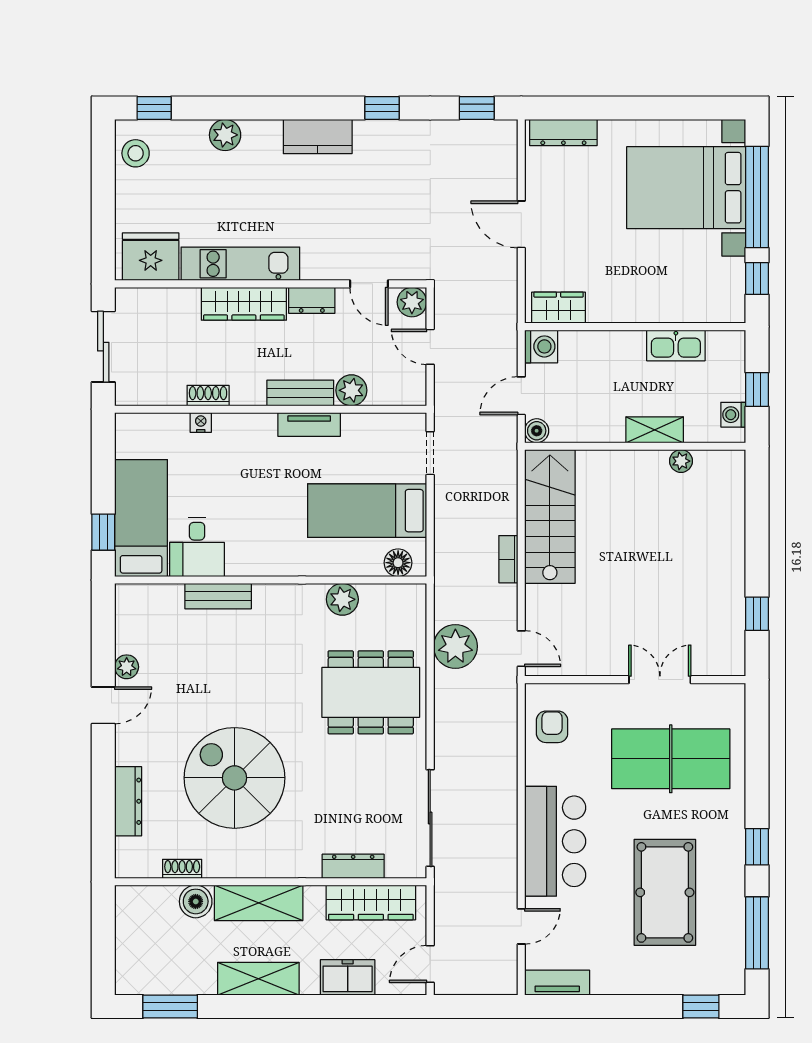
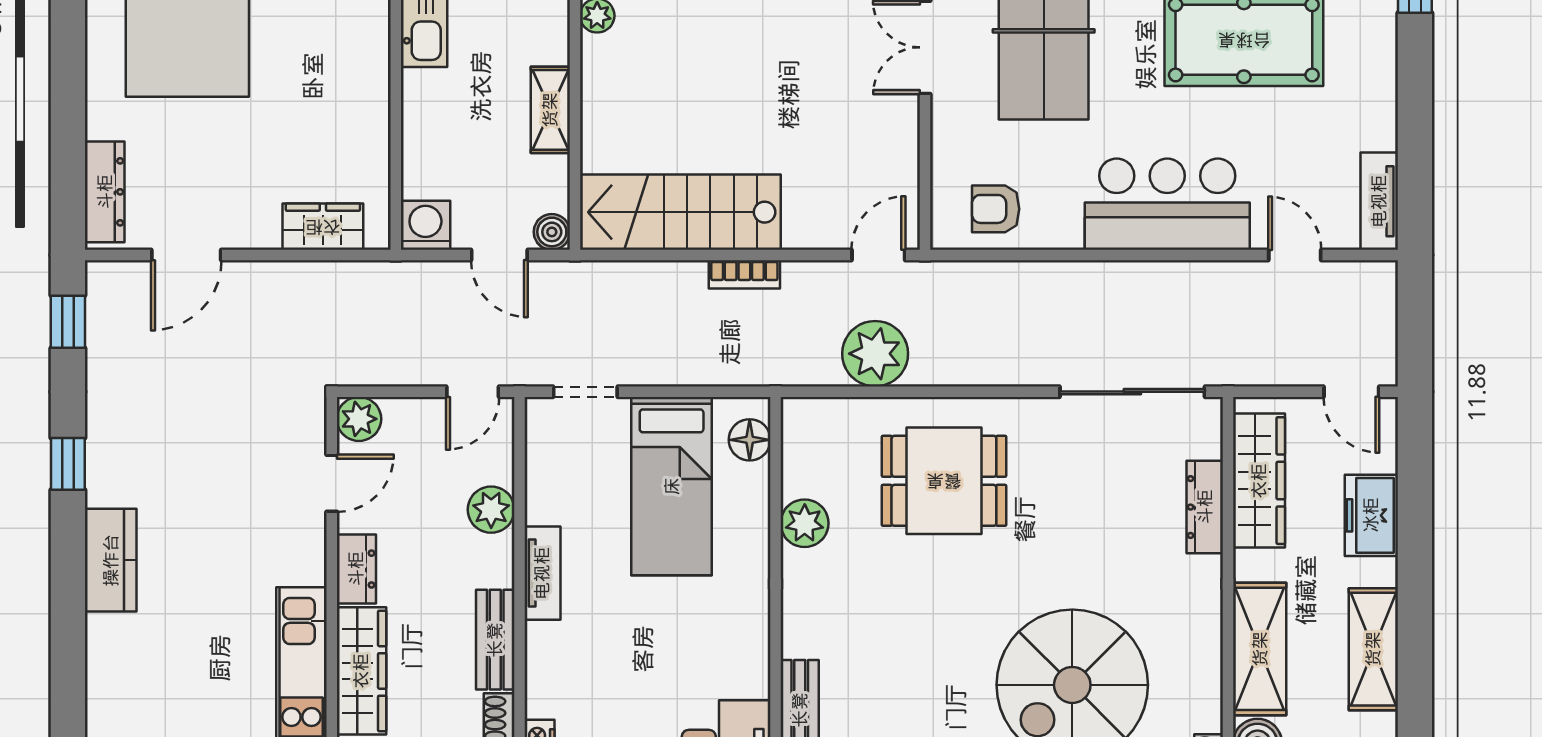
plant: (225, 135) -> (108, 699), removed
door: (521, 224) -> (186, 255), moved
wardrobe: (559, 308) -> (323, 227), moved, turned 90
door: (430, 347) -> (473, 392), moved
bench: (300, 393) -> (495, 640), moved
shelving: (655, 430) -> (550, 110), moved
dining table: (371, 692) -> (944, 481), width x0.73

